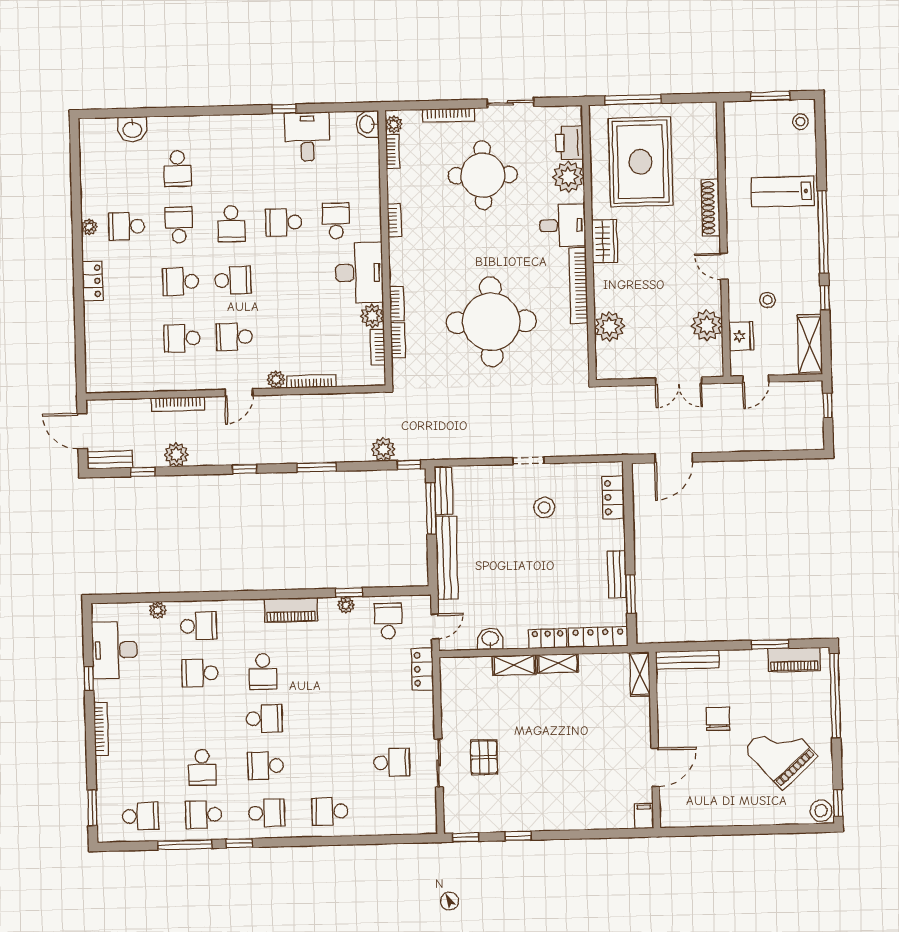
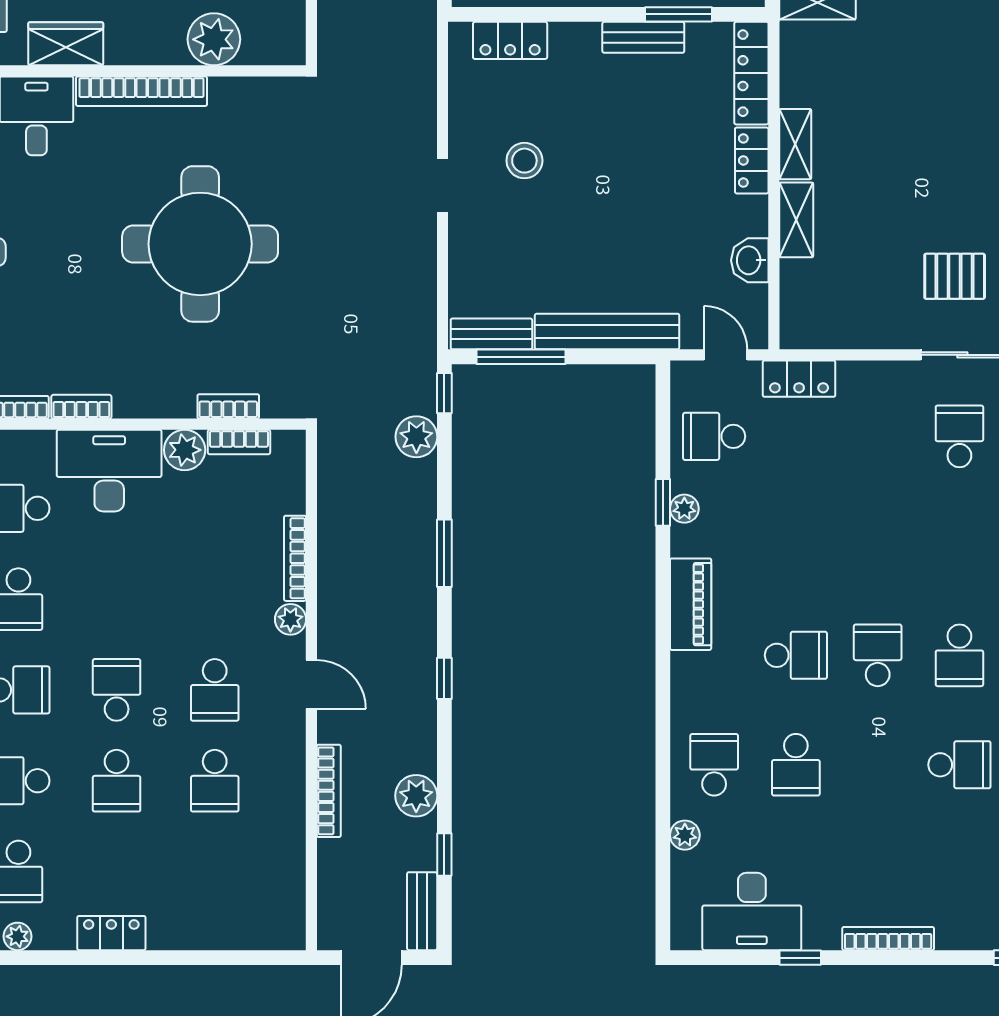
bookcase: (397, 304) -> (81, 407), moved

